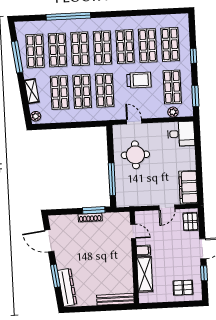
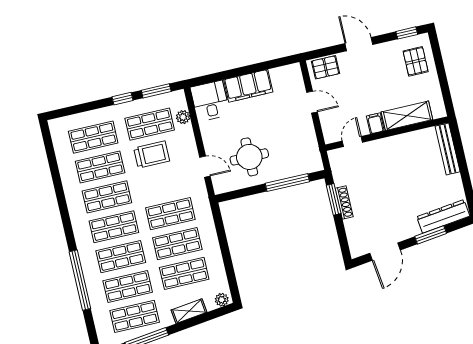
window: (193, 56) -> (122, 99), moved
trolley: (139, 80) -> (152, 155), moved, turned 90
door: (134, 121) -> (205, 167), swing flipped
filing cabinet: (188, 187) -> (248, 86), moved
window: (204, 273) -> (407, 33), moved

